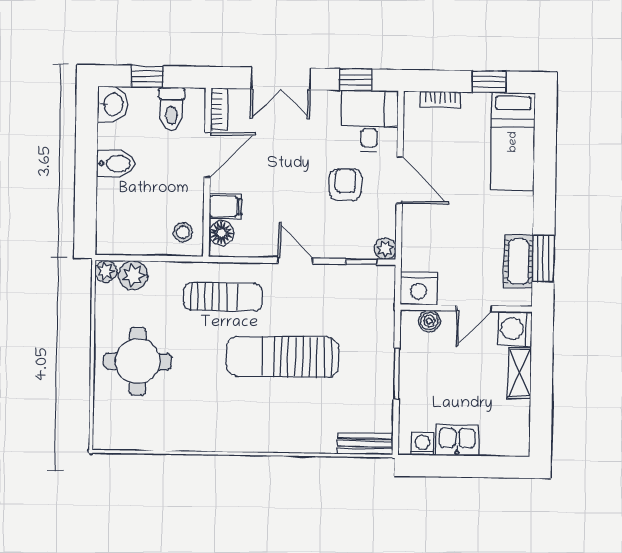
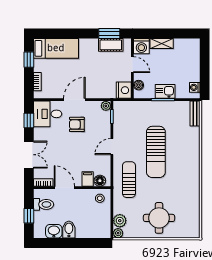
washbasin: (113, 104) -> (54, 231), moved
kitchen sink: (457, 440) -> (165, 91), moved, turned 90

